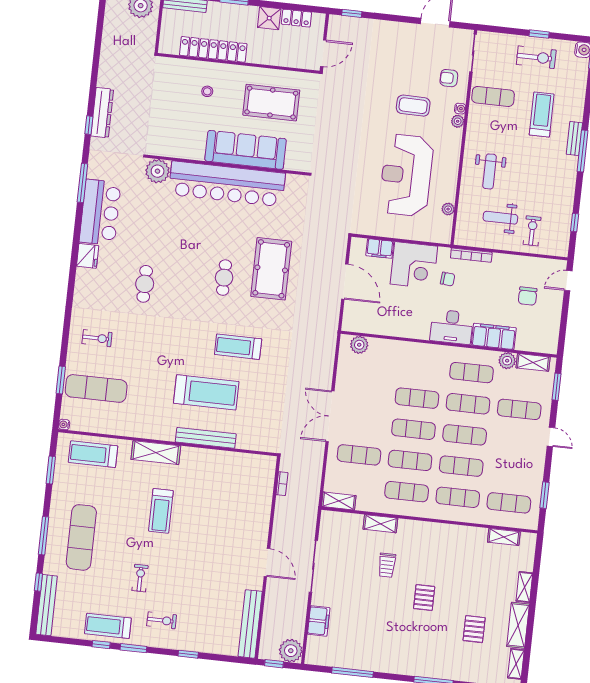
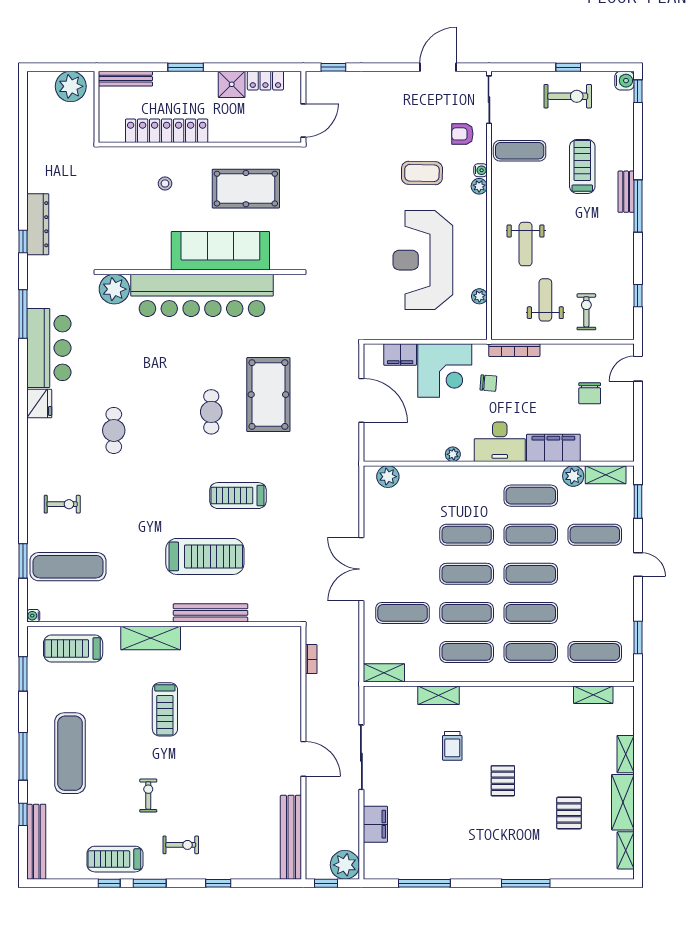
weight bench: (500, 218) -> (545, 300), turned 90
plant: (413, 333) -> (453, 454), added

